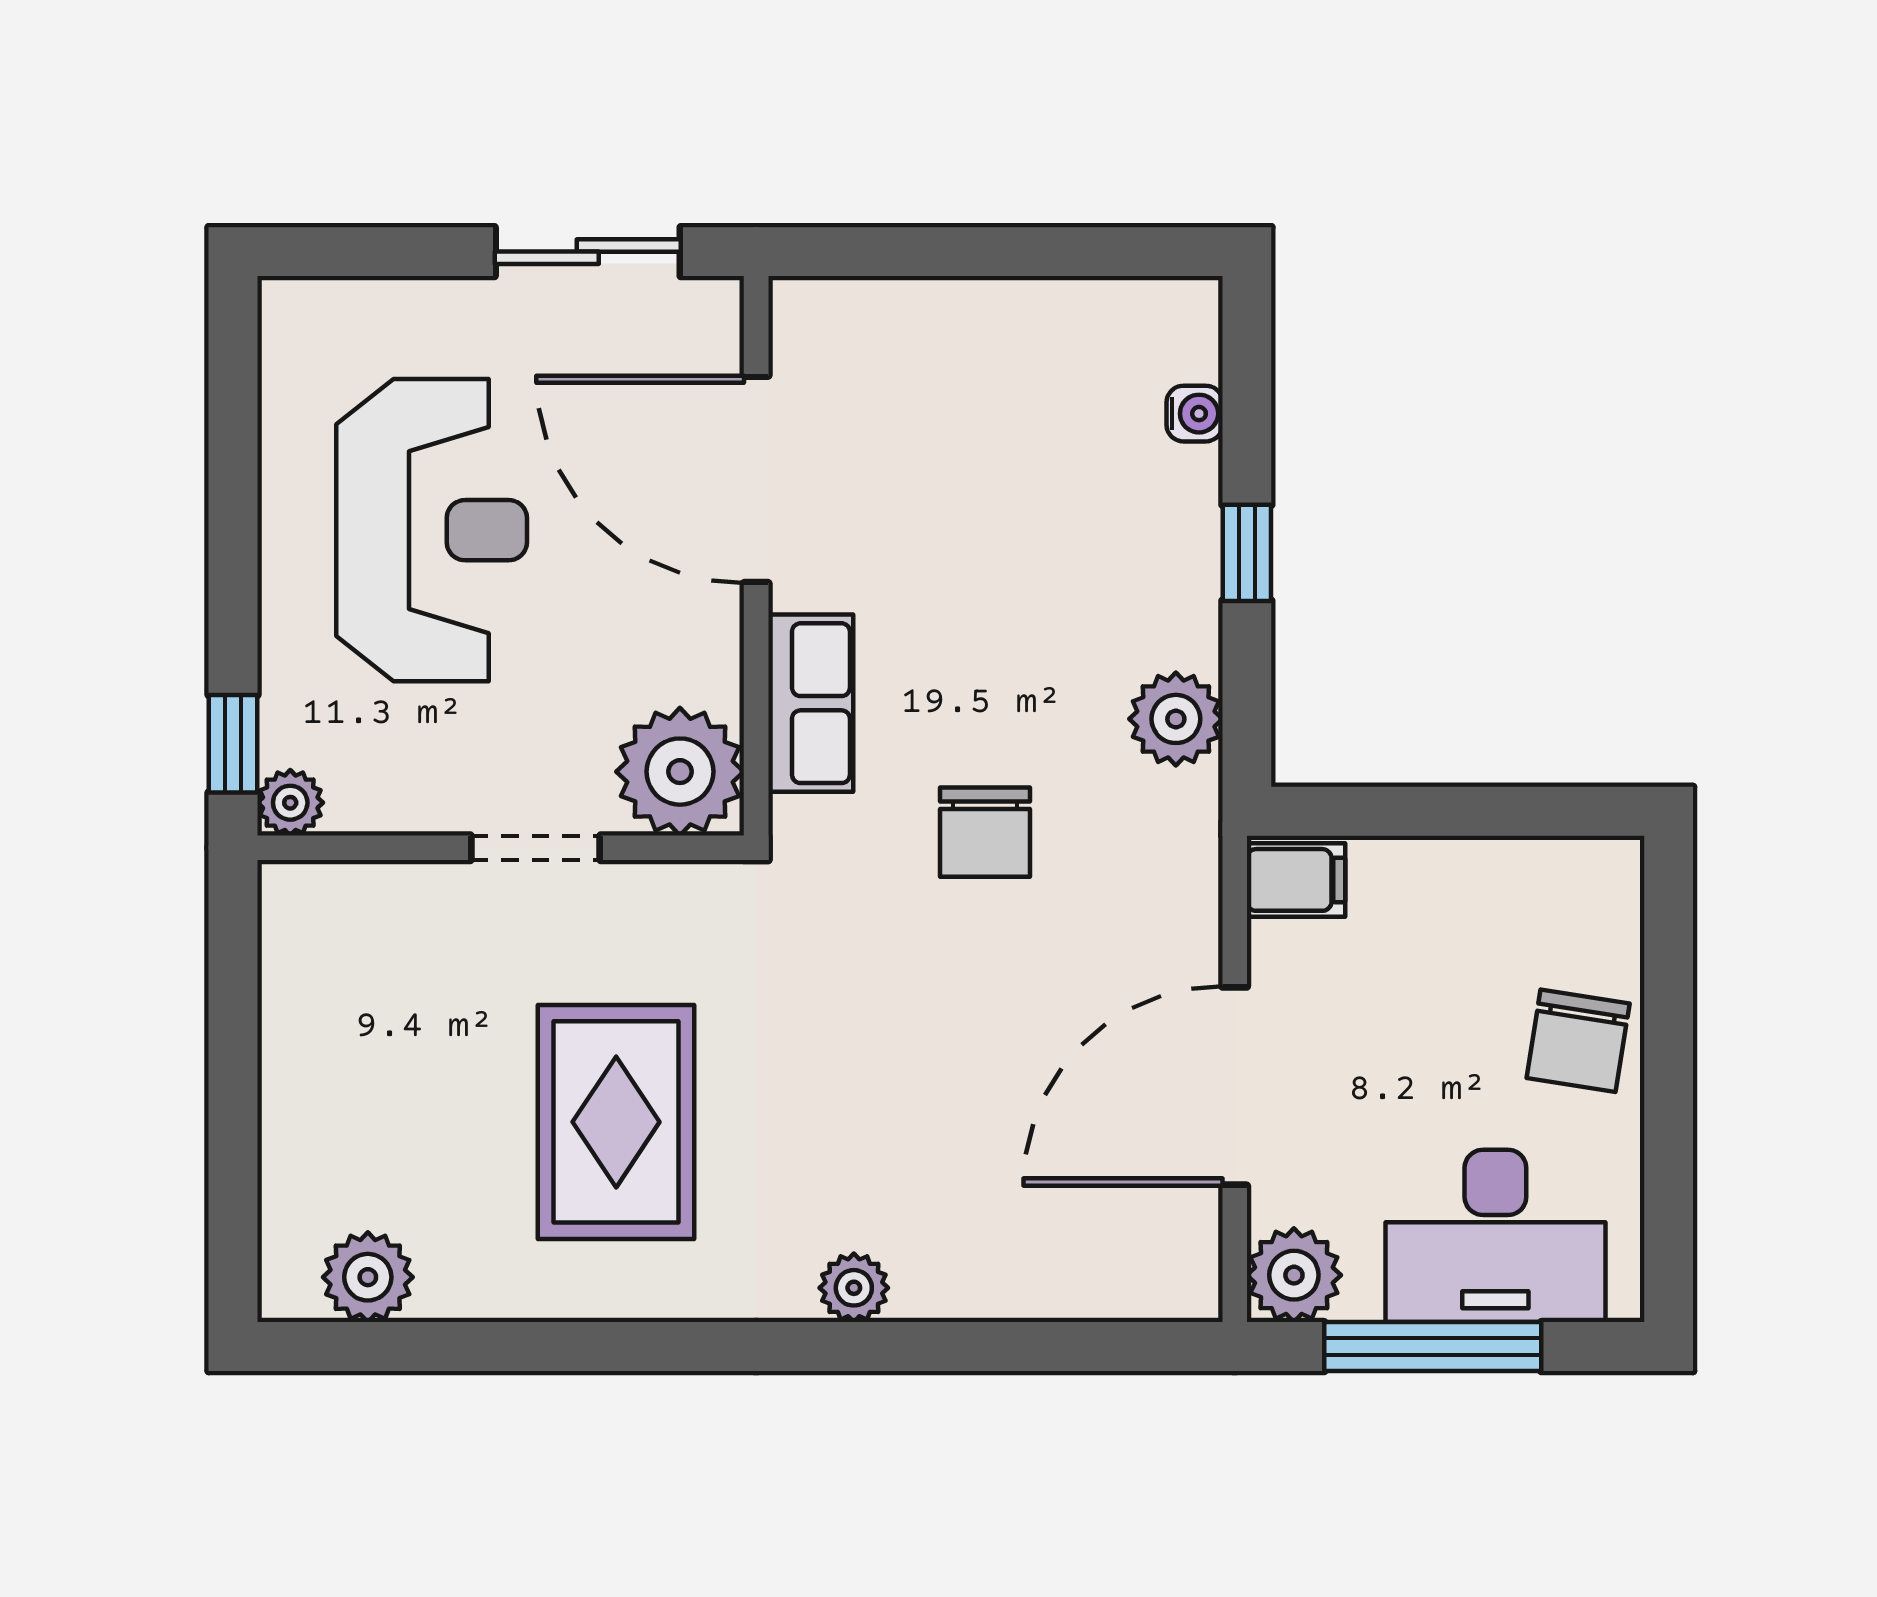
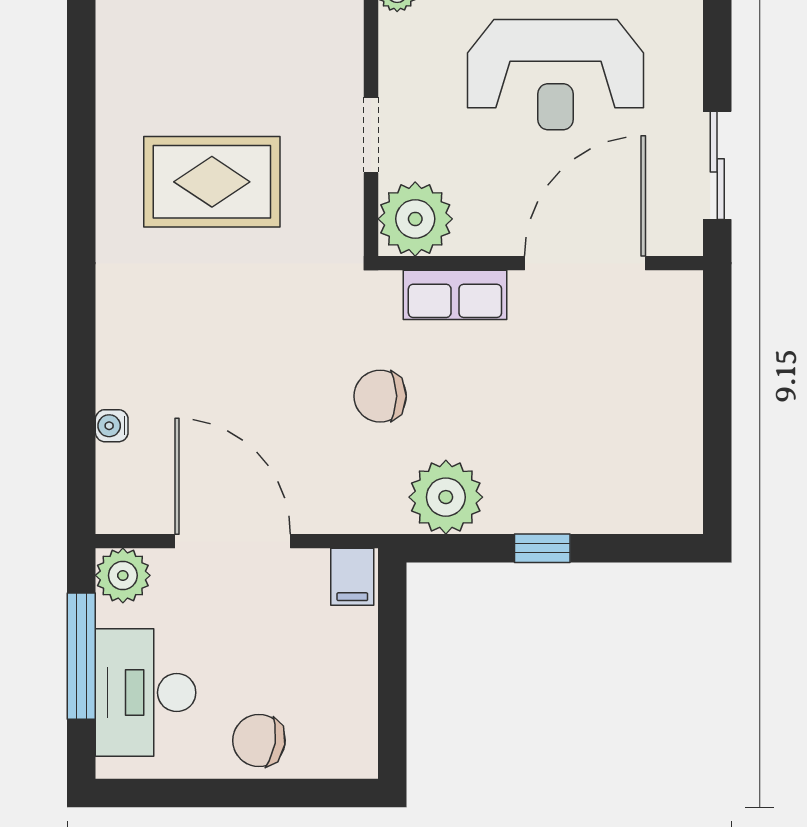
water cooler: (1195, 414) -> (112, 426), moved, turned 90
plant: (1176, 719) -> (446, 497), width x1.36, depth x1.36
plant: (368, 1277) -> (122, 38), removed
plant: (854, 1288) -> (115, 320), removed

